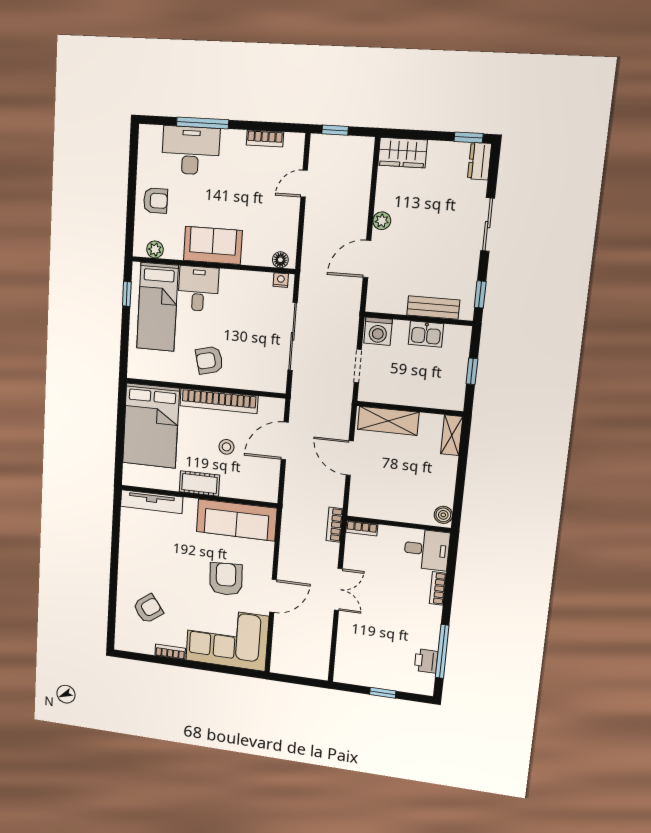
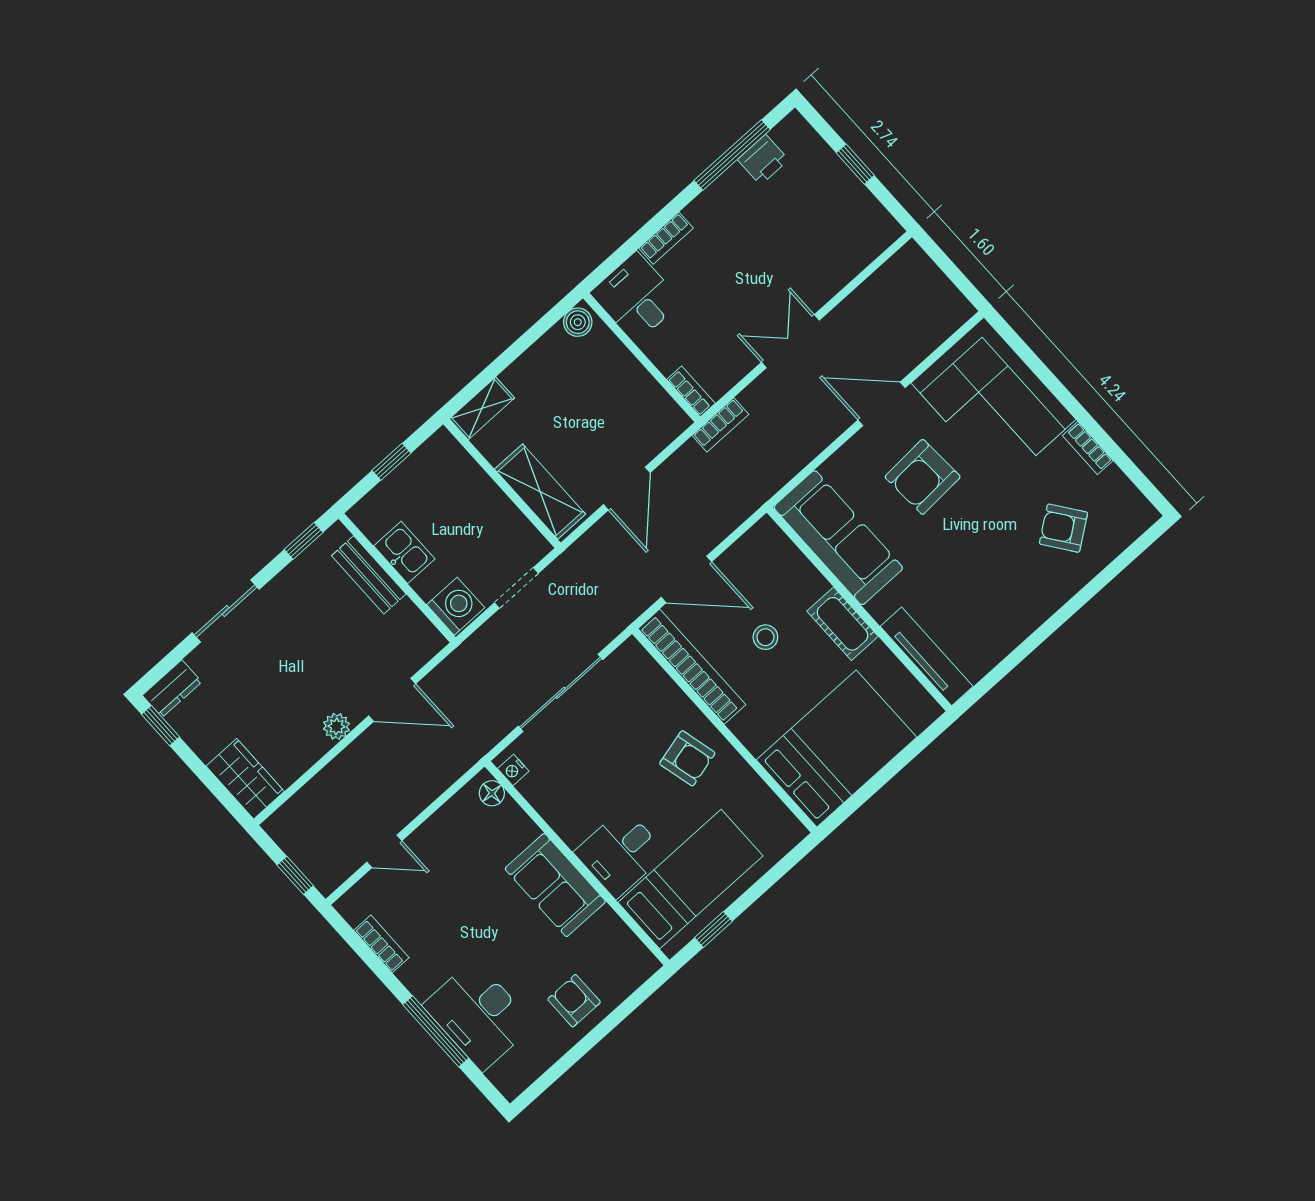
plant: (155, 249) -> (629, 947), removed
bookcase: (219, 401) -> (692, 667), moved

